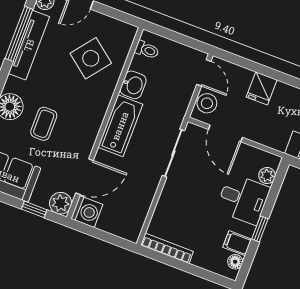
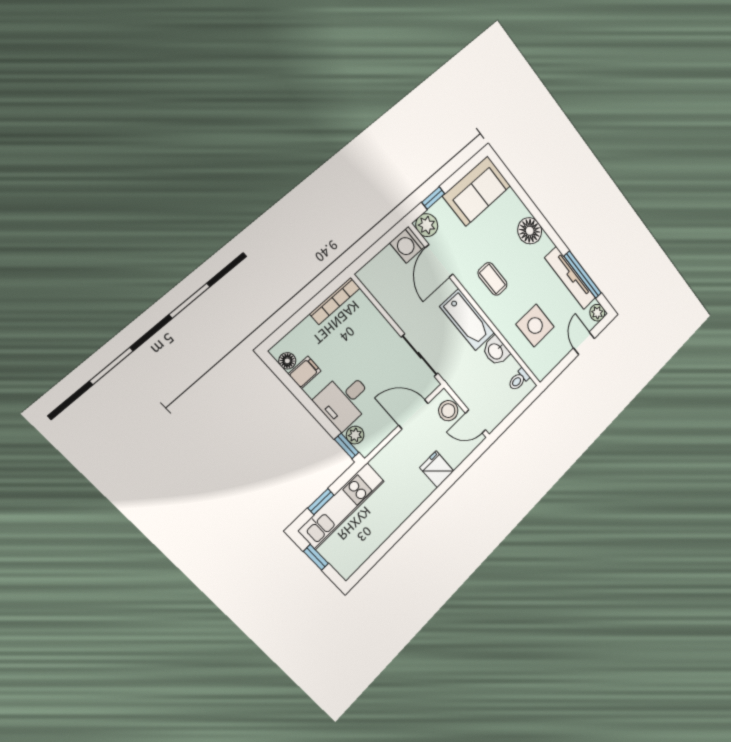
side table: (91, 58) -> (535, 326), turned -38
coffee table: (44, 124) -> (492, 279), moved
window: (260, 229) -> (347, 446), moved

